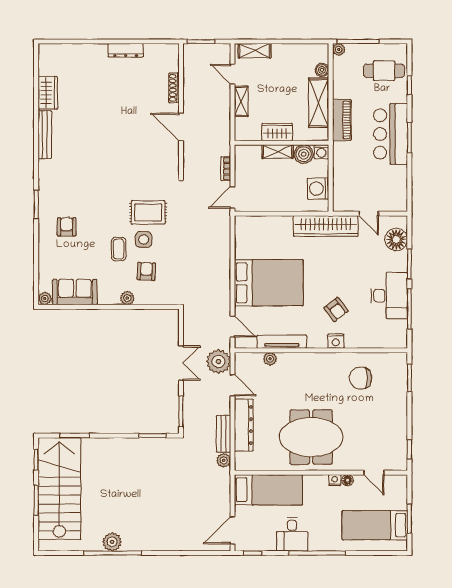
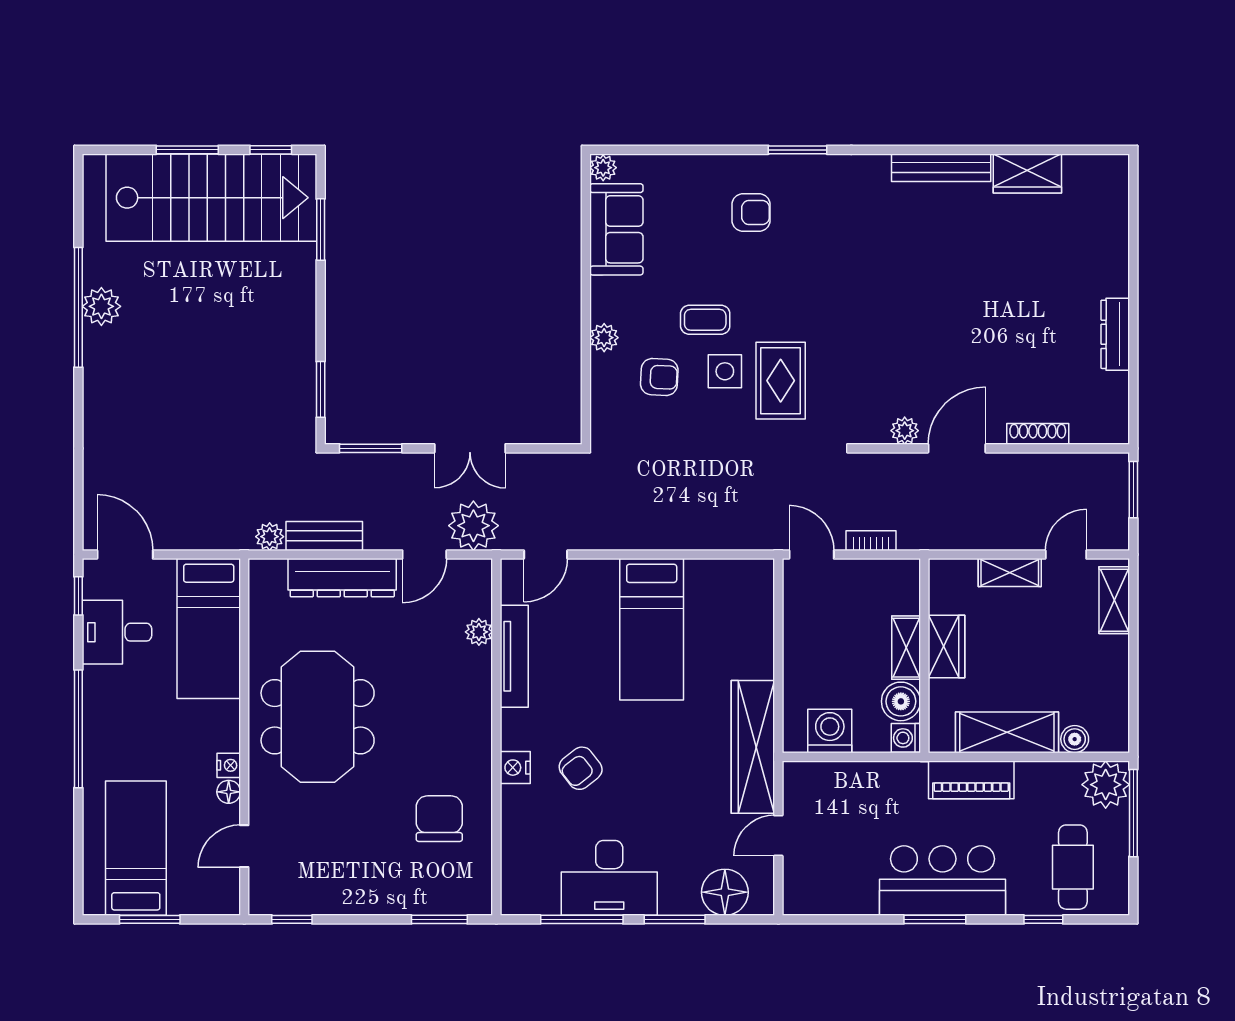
plant: (339, 49) -> (1106, 785), width x1.88, depth x1.88
plant: (172, 152) -> (905, 431), added
bed: (269, 283) -> (652, 629), width x0.67
desk: (292, 534) -> (117, 632), moved

